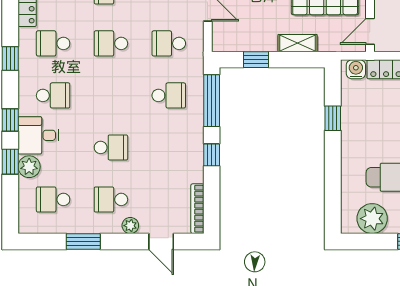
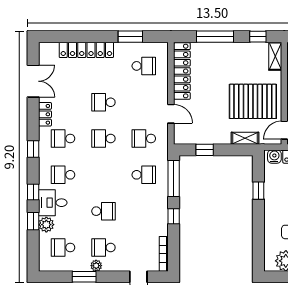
shelving: (298, 43) -> (245, 138), moved
school desk: (53, 95) -> (63, 175), turned 180
plant: (130, 226) -> (96, 266), moved

